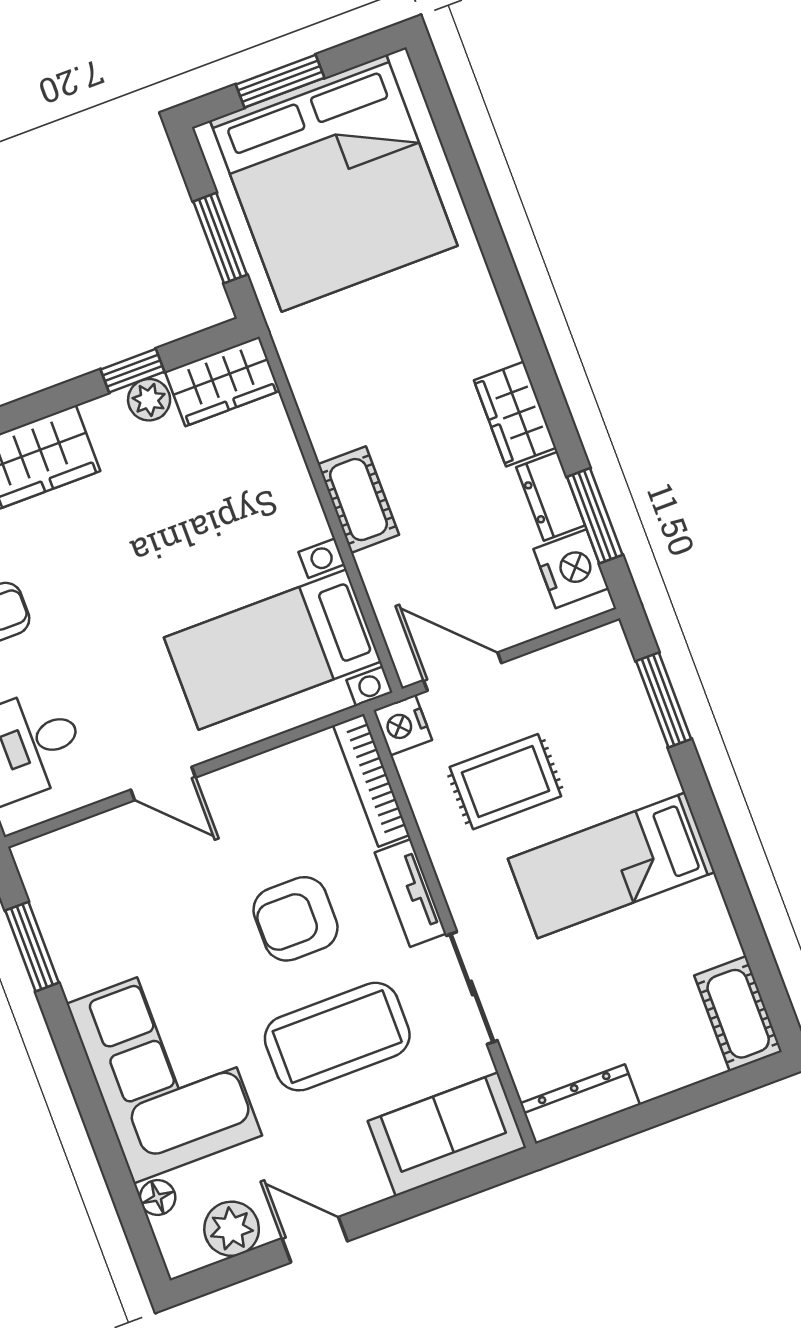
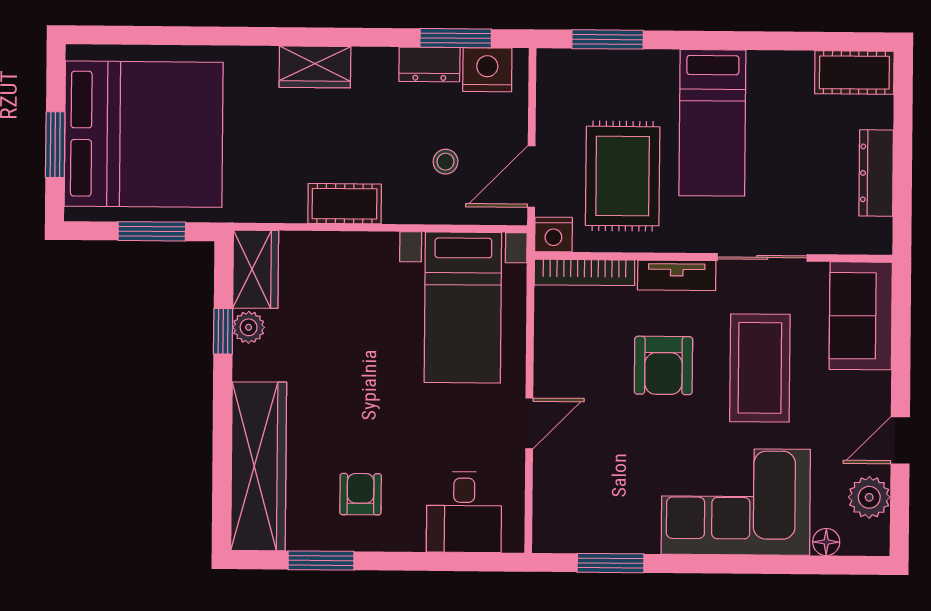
wardrobe: (515, 414) -> (315, 67), moved
cot: (358, 500) -> (345, 204), moved
stool: (441, 561) -> (446, 162), added
rug: (505, 782) -> (623, 176), width x1.36, depth x1.43
dresser: (580, 1104) -> (876, 173), moved

